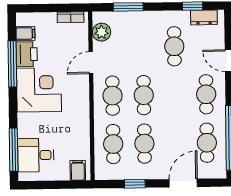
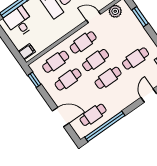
cafe table: (206, 94) -> (108, 78), moved
window: (135, 184) -> (34, 80), moved

